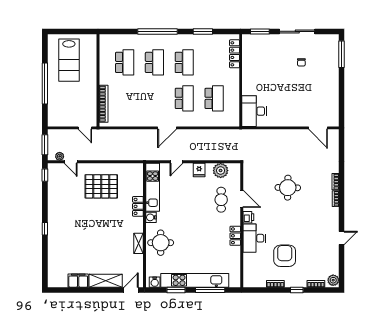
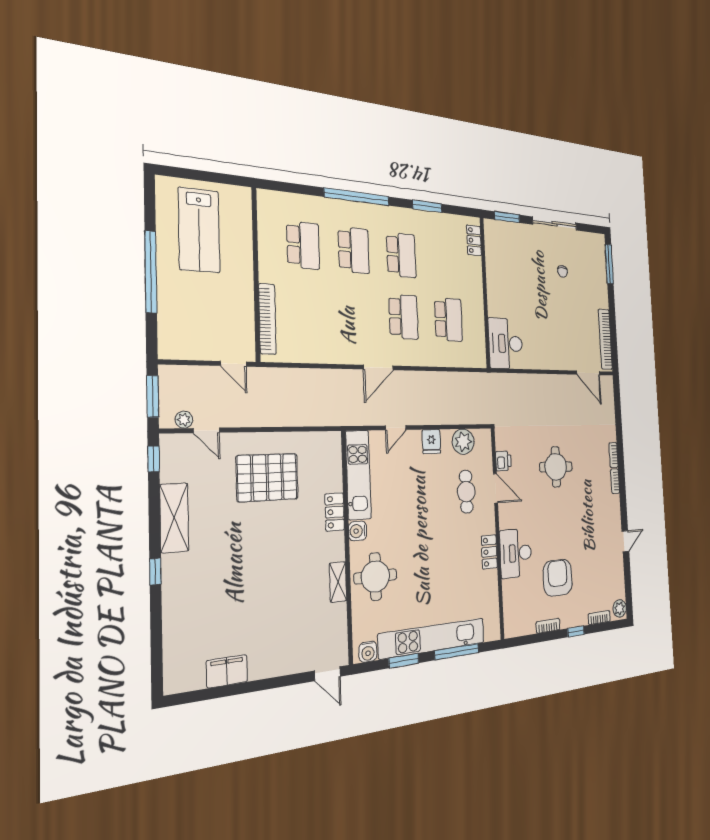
locker: (235, 54) -> (474, 240), width x0.66
bookcase: (334, 105) -> (605, 339), added
printer: (248, 217) -> (503, 461), moved
shelving: (106, 281) -> (174, 518), moved, turned 90
door: (131, 290) -> (327, 674), swing flipped

